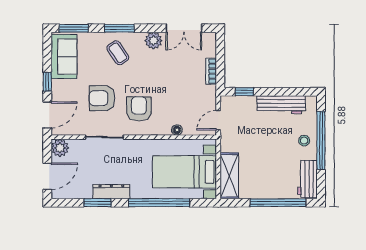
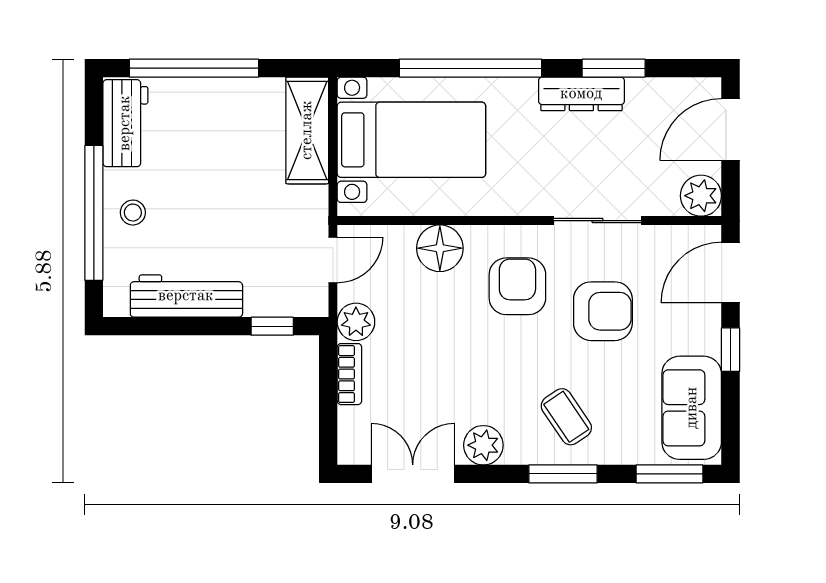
plant: (208, 94) -> (356, 322), added
armchair: (139, 109) -> (517, 286), turned 180
floor lamp: (177, 130) -> (440, 248), width x1.89, depth x1.89

